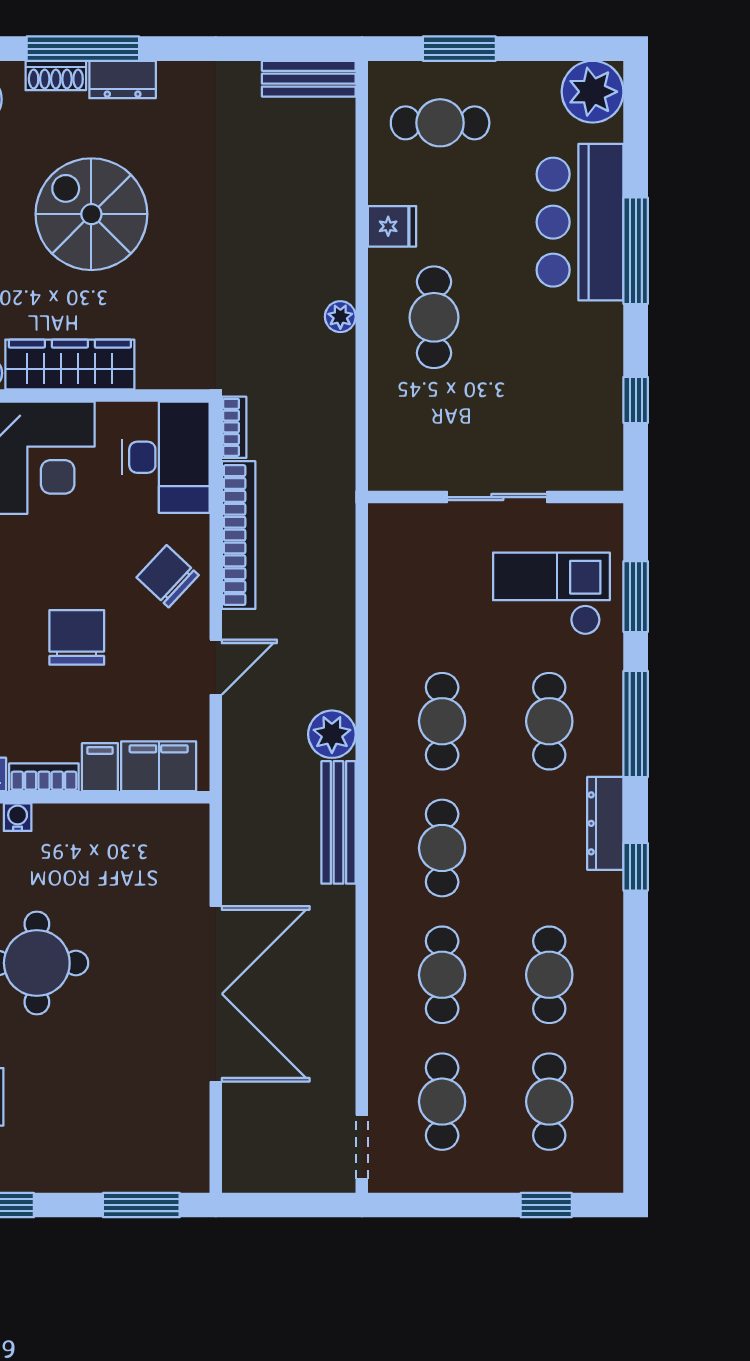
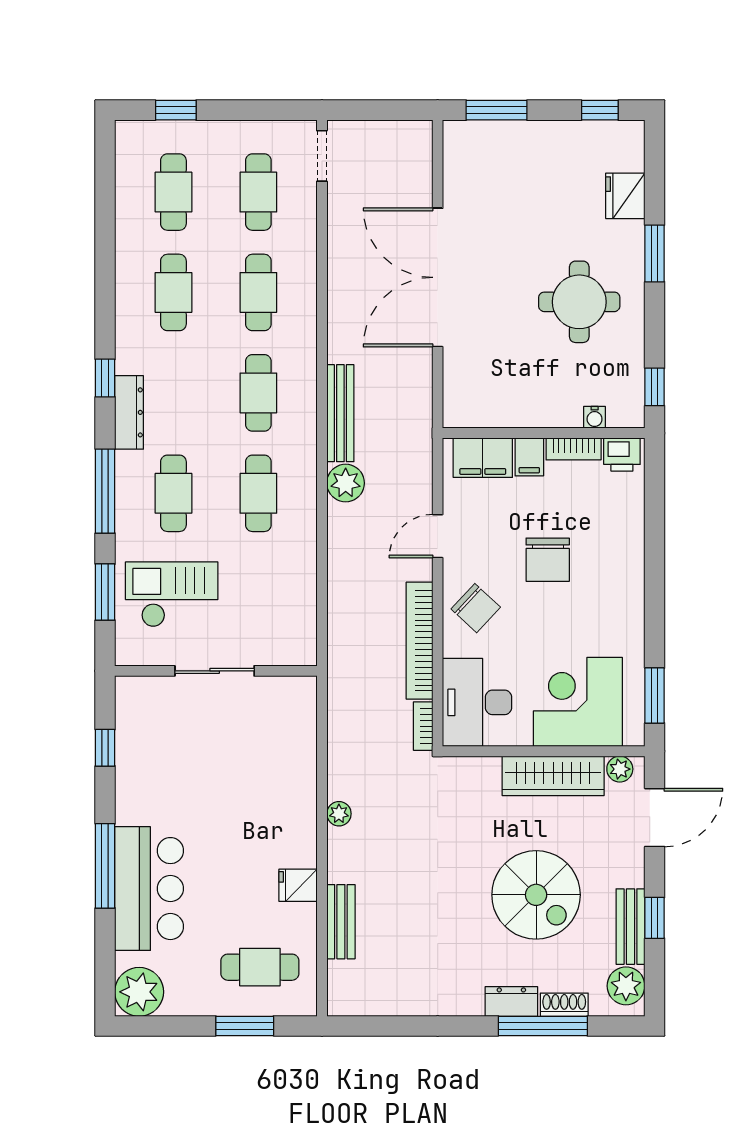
bench: (309, 79) -> (341, 922), moved, turned 90
cafe table: (434, 317) -> (265, 813), removed
checkout: (551, 594) -> (172, 594), turned 180

